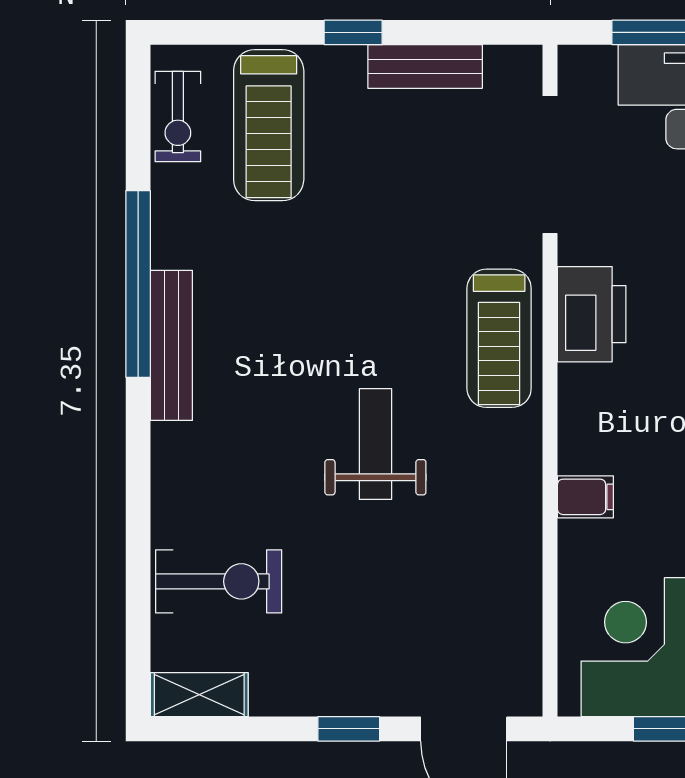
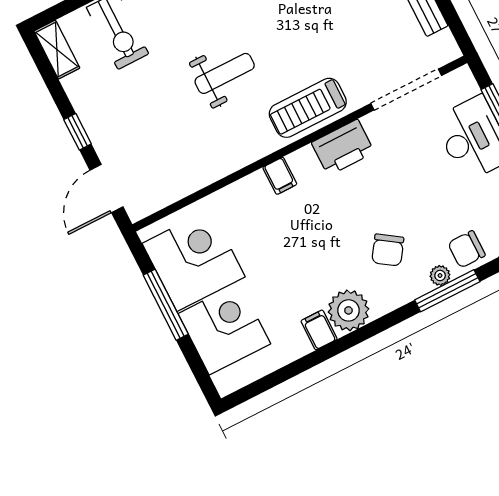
filing cabinet: (585, 497) -> (280, 176), moved

